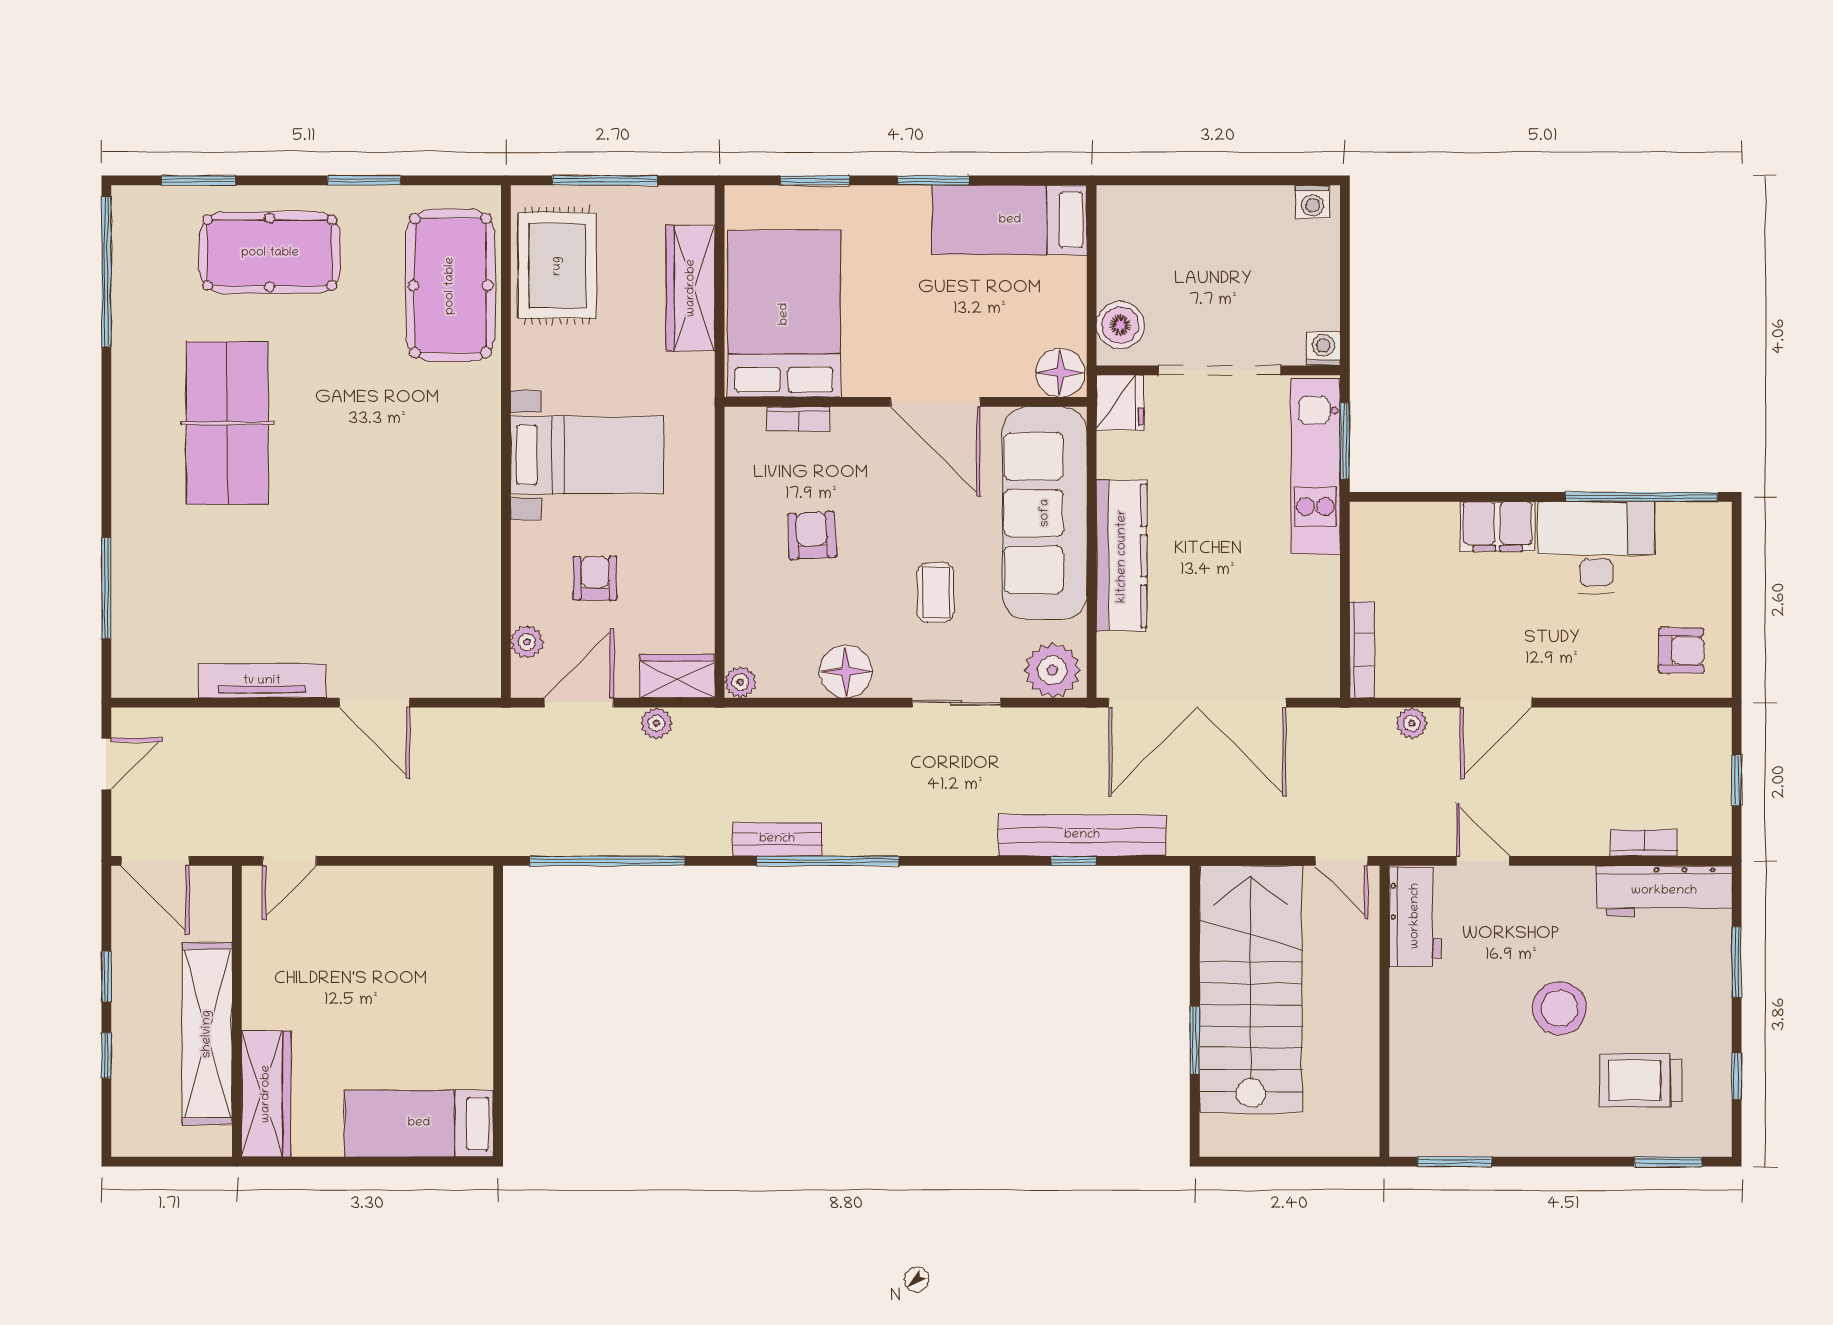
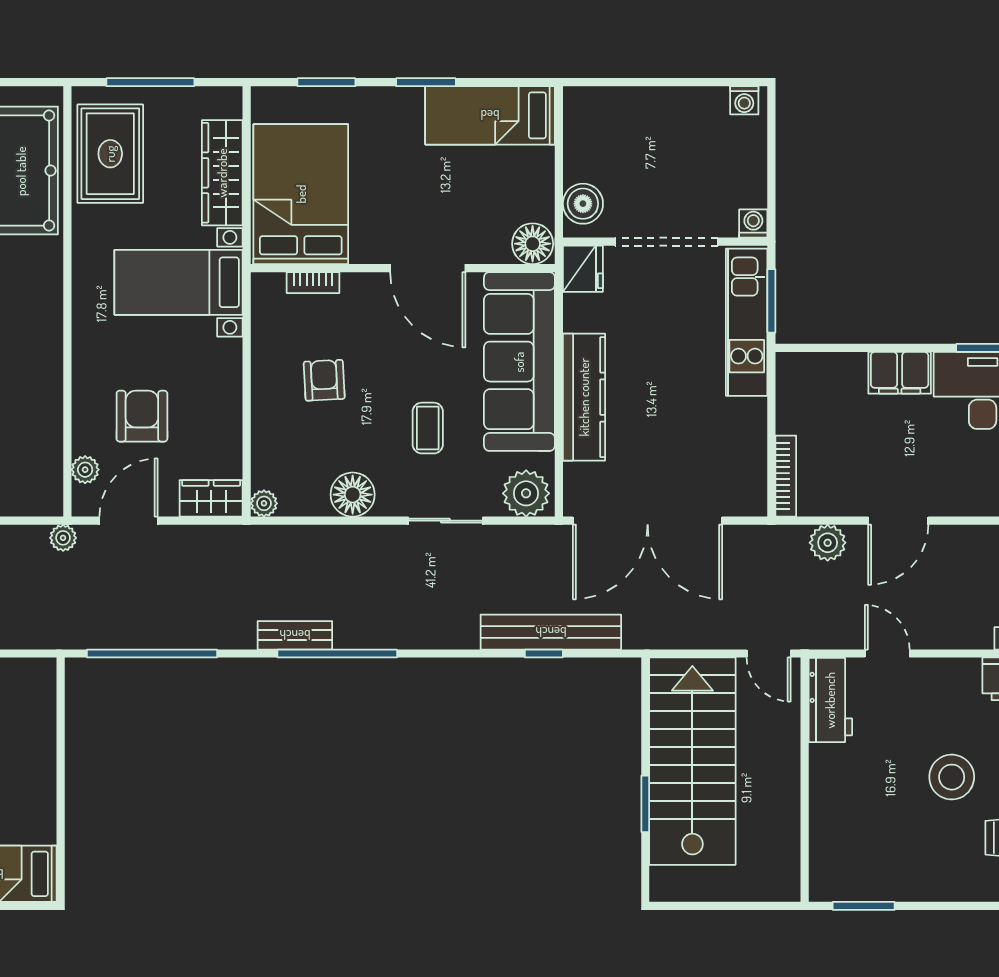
bed with nightstands: (587, 455) -> (179, 282), moved, turned 180
armchair: (595, 578) -> (142, 416), width x1.38, depth x1.38
plant: (656, 723) -> (63, 538), moved
plant: (1412, 723) -> (828, 543), width x1.38, depth x1.38

